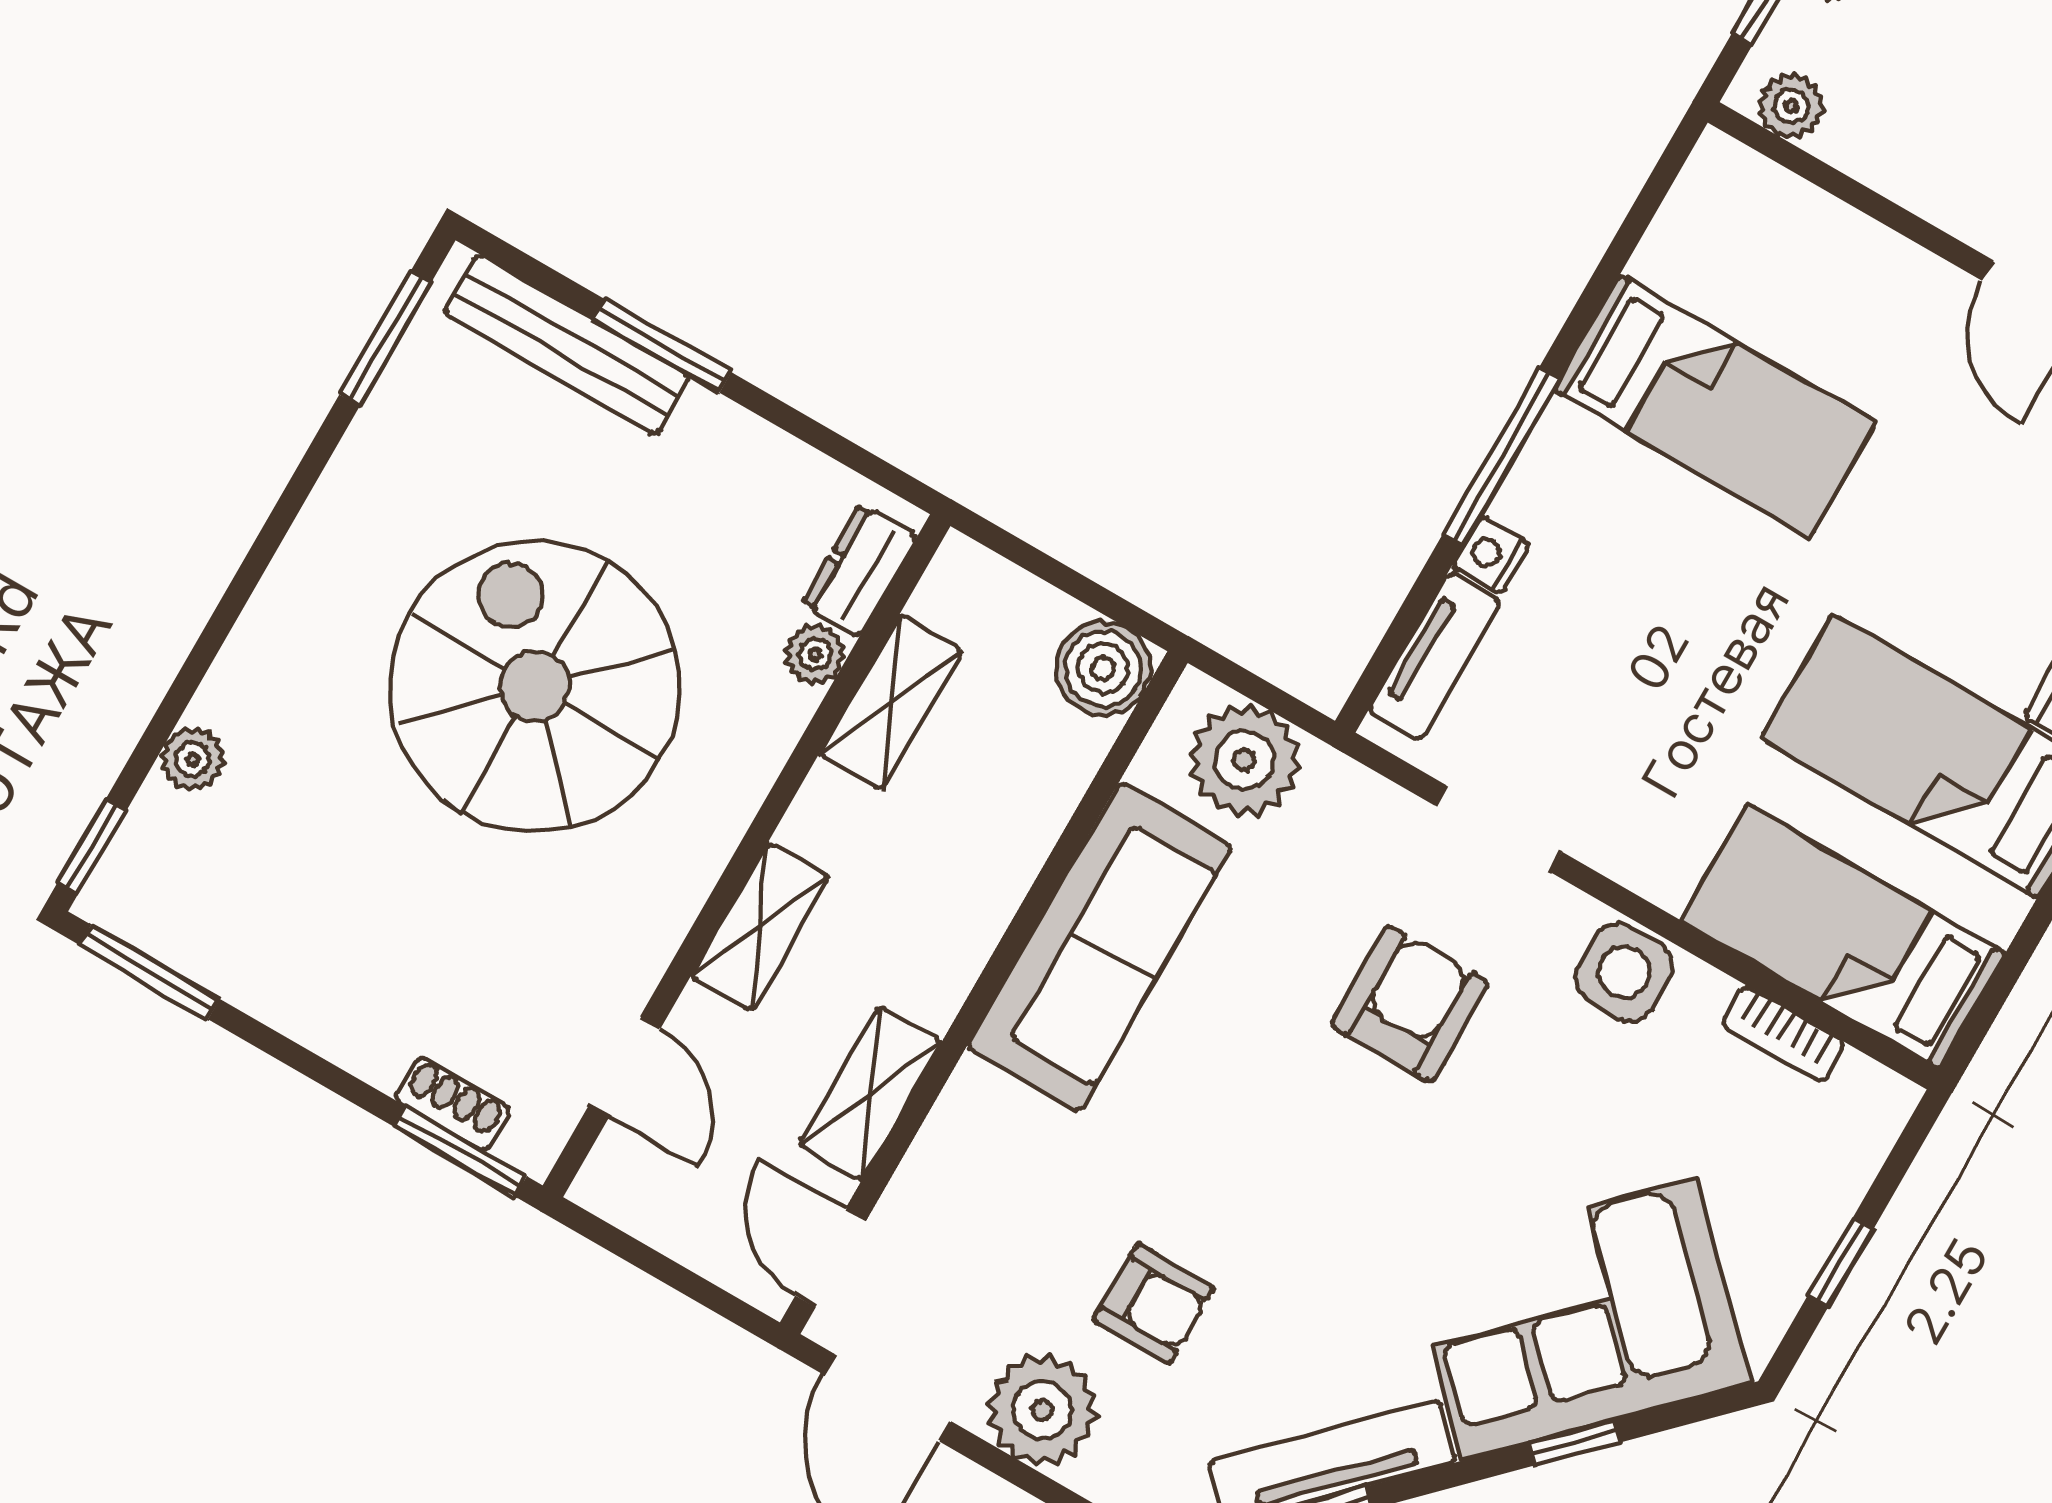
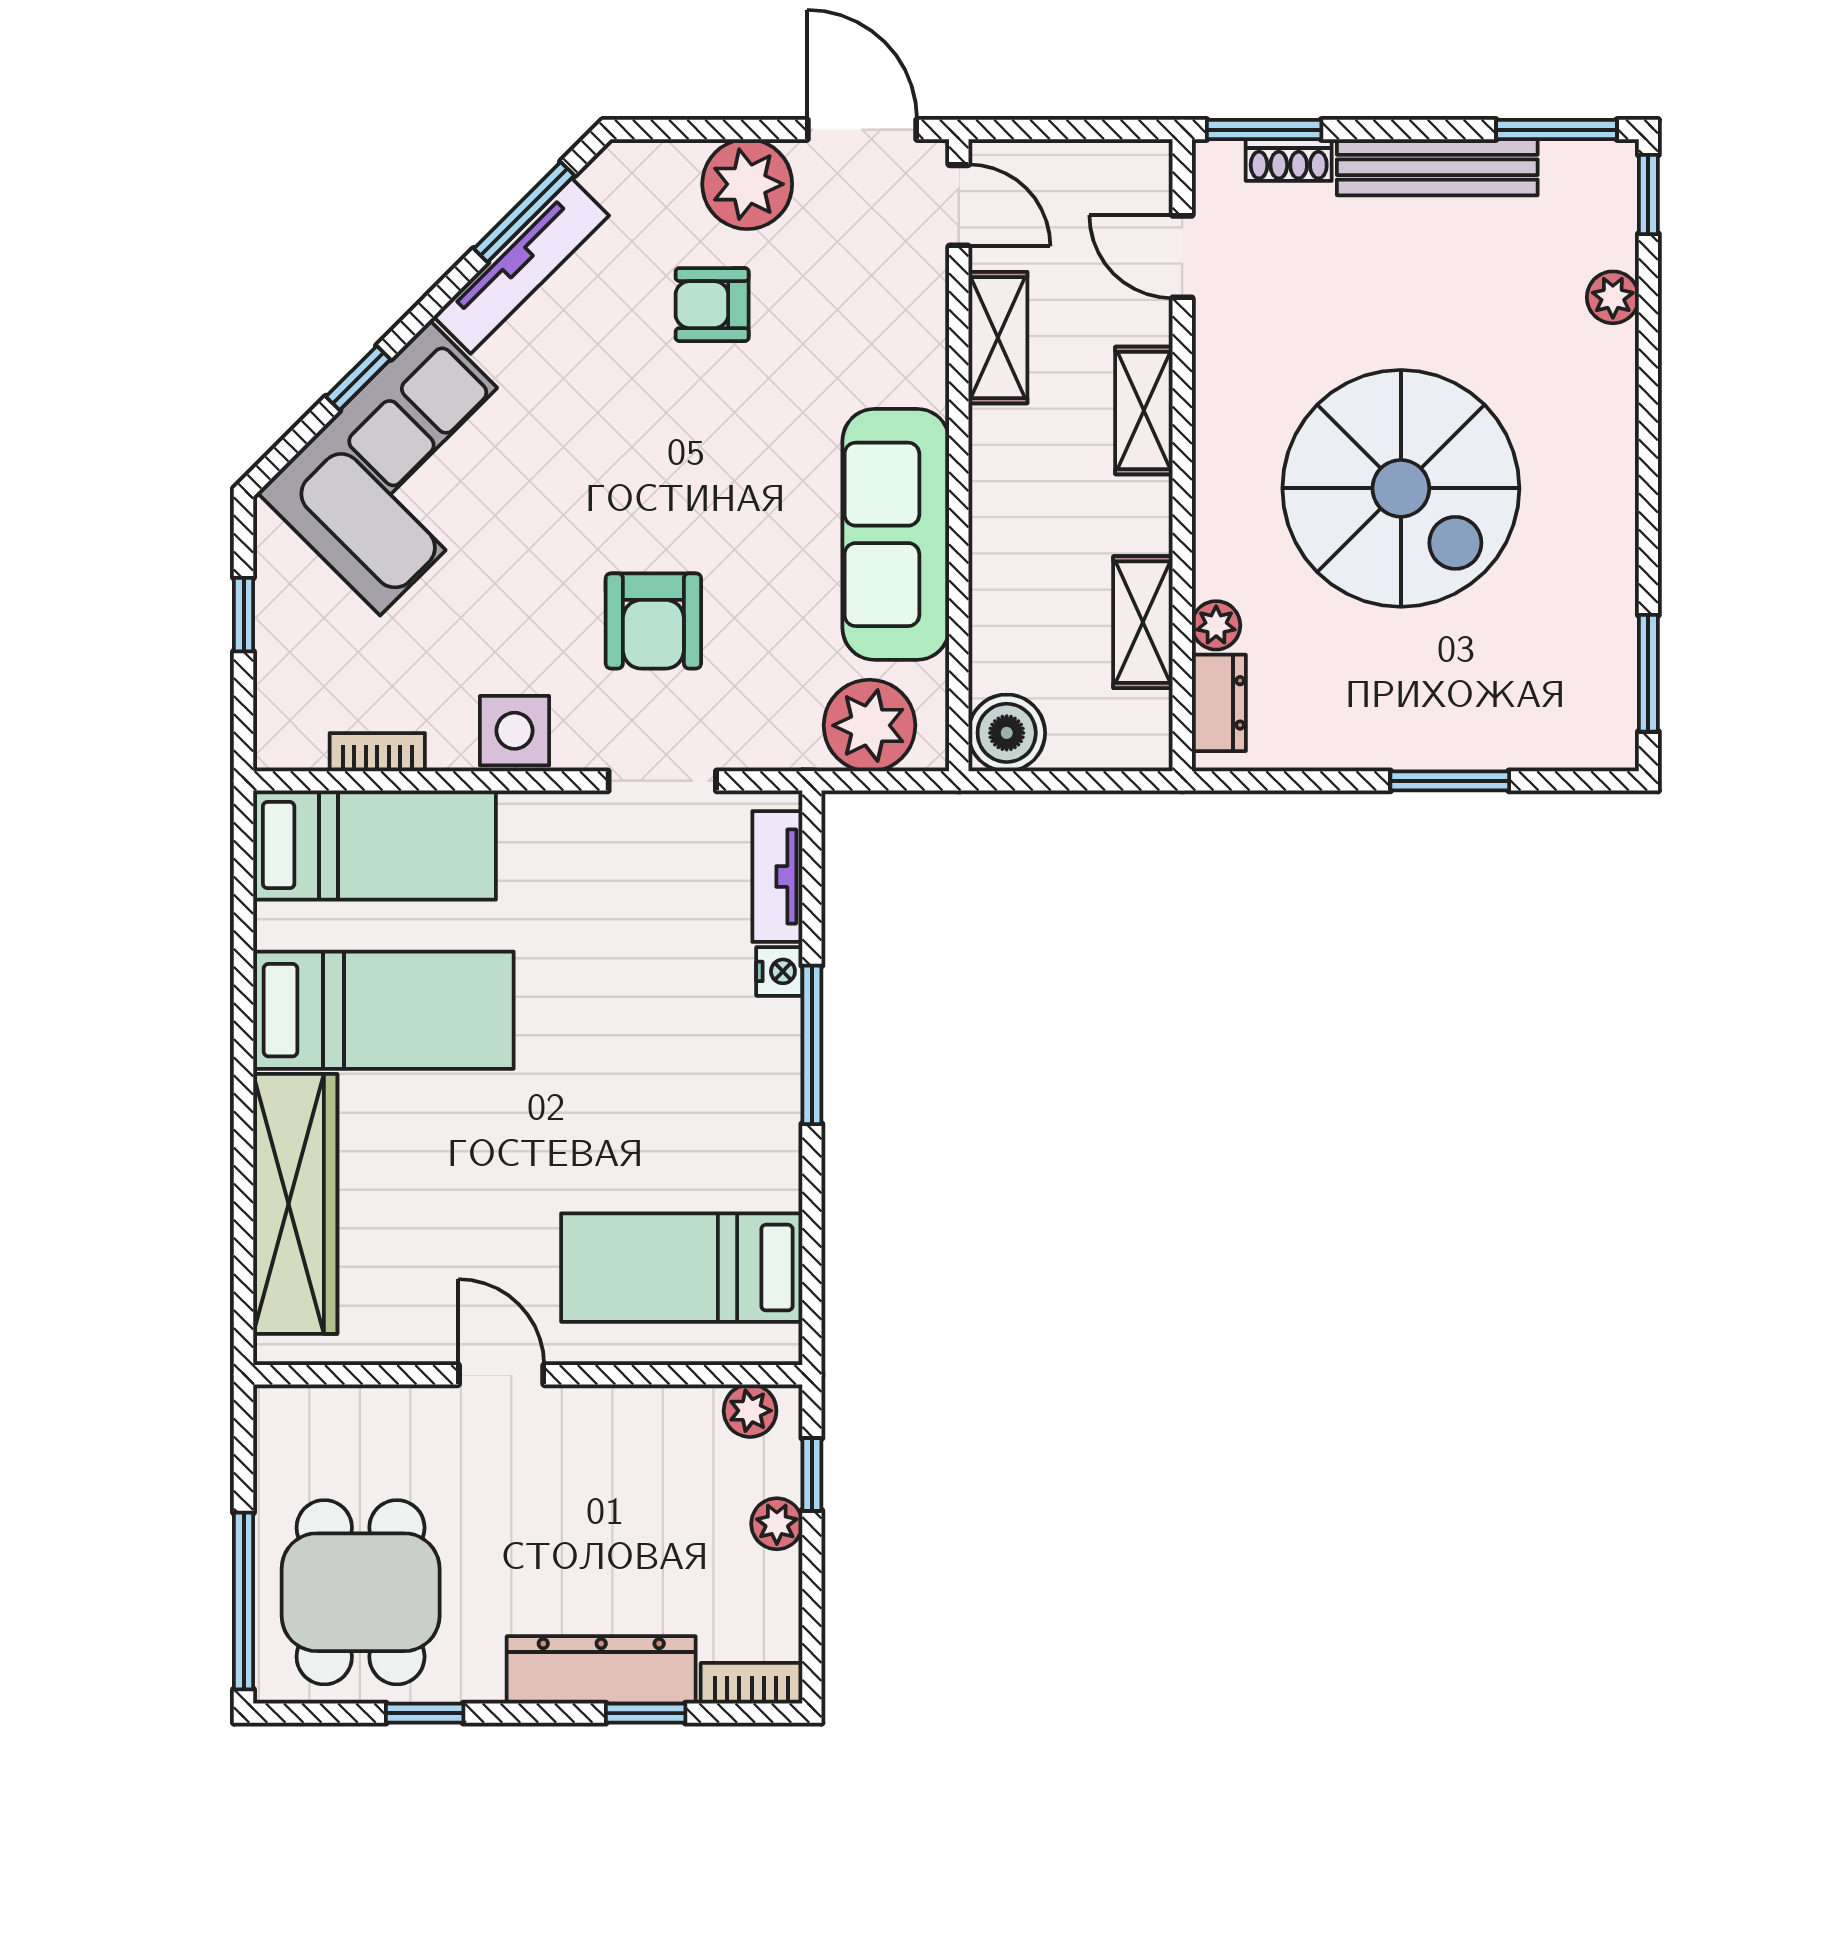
bench: (567, 344) -> (1437, 167), moved
bed: (1715, 406) -> (682, 1268), moved

